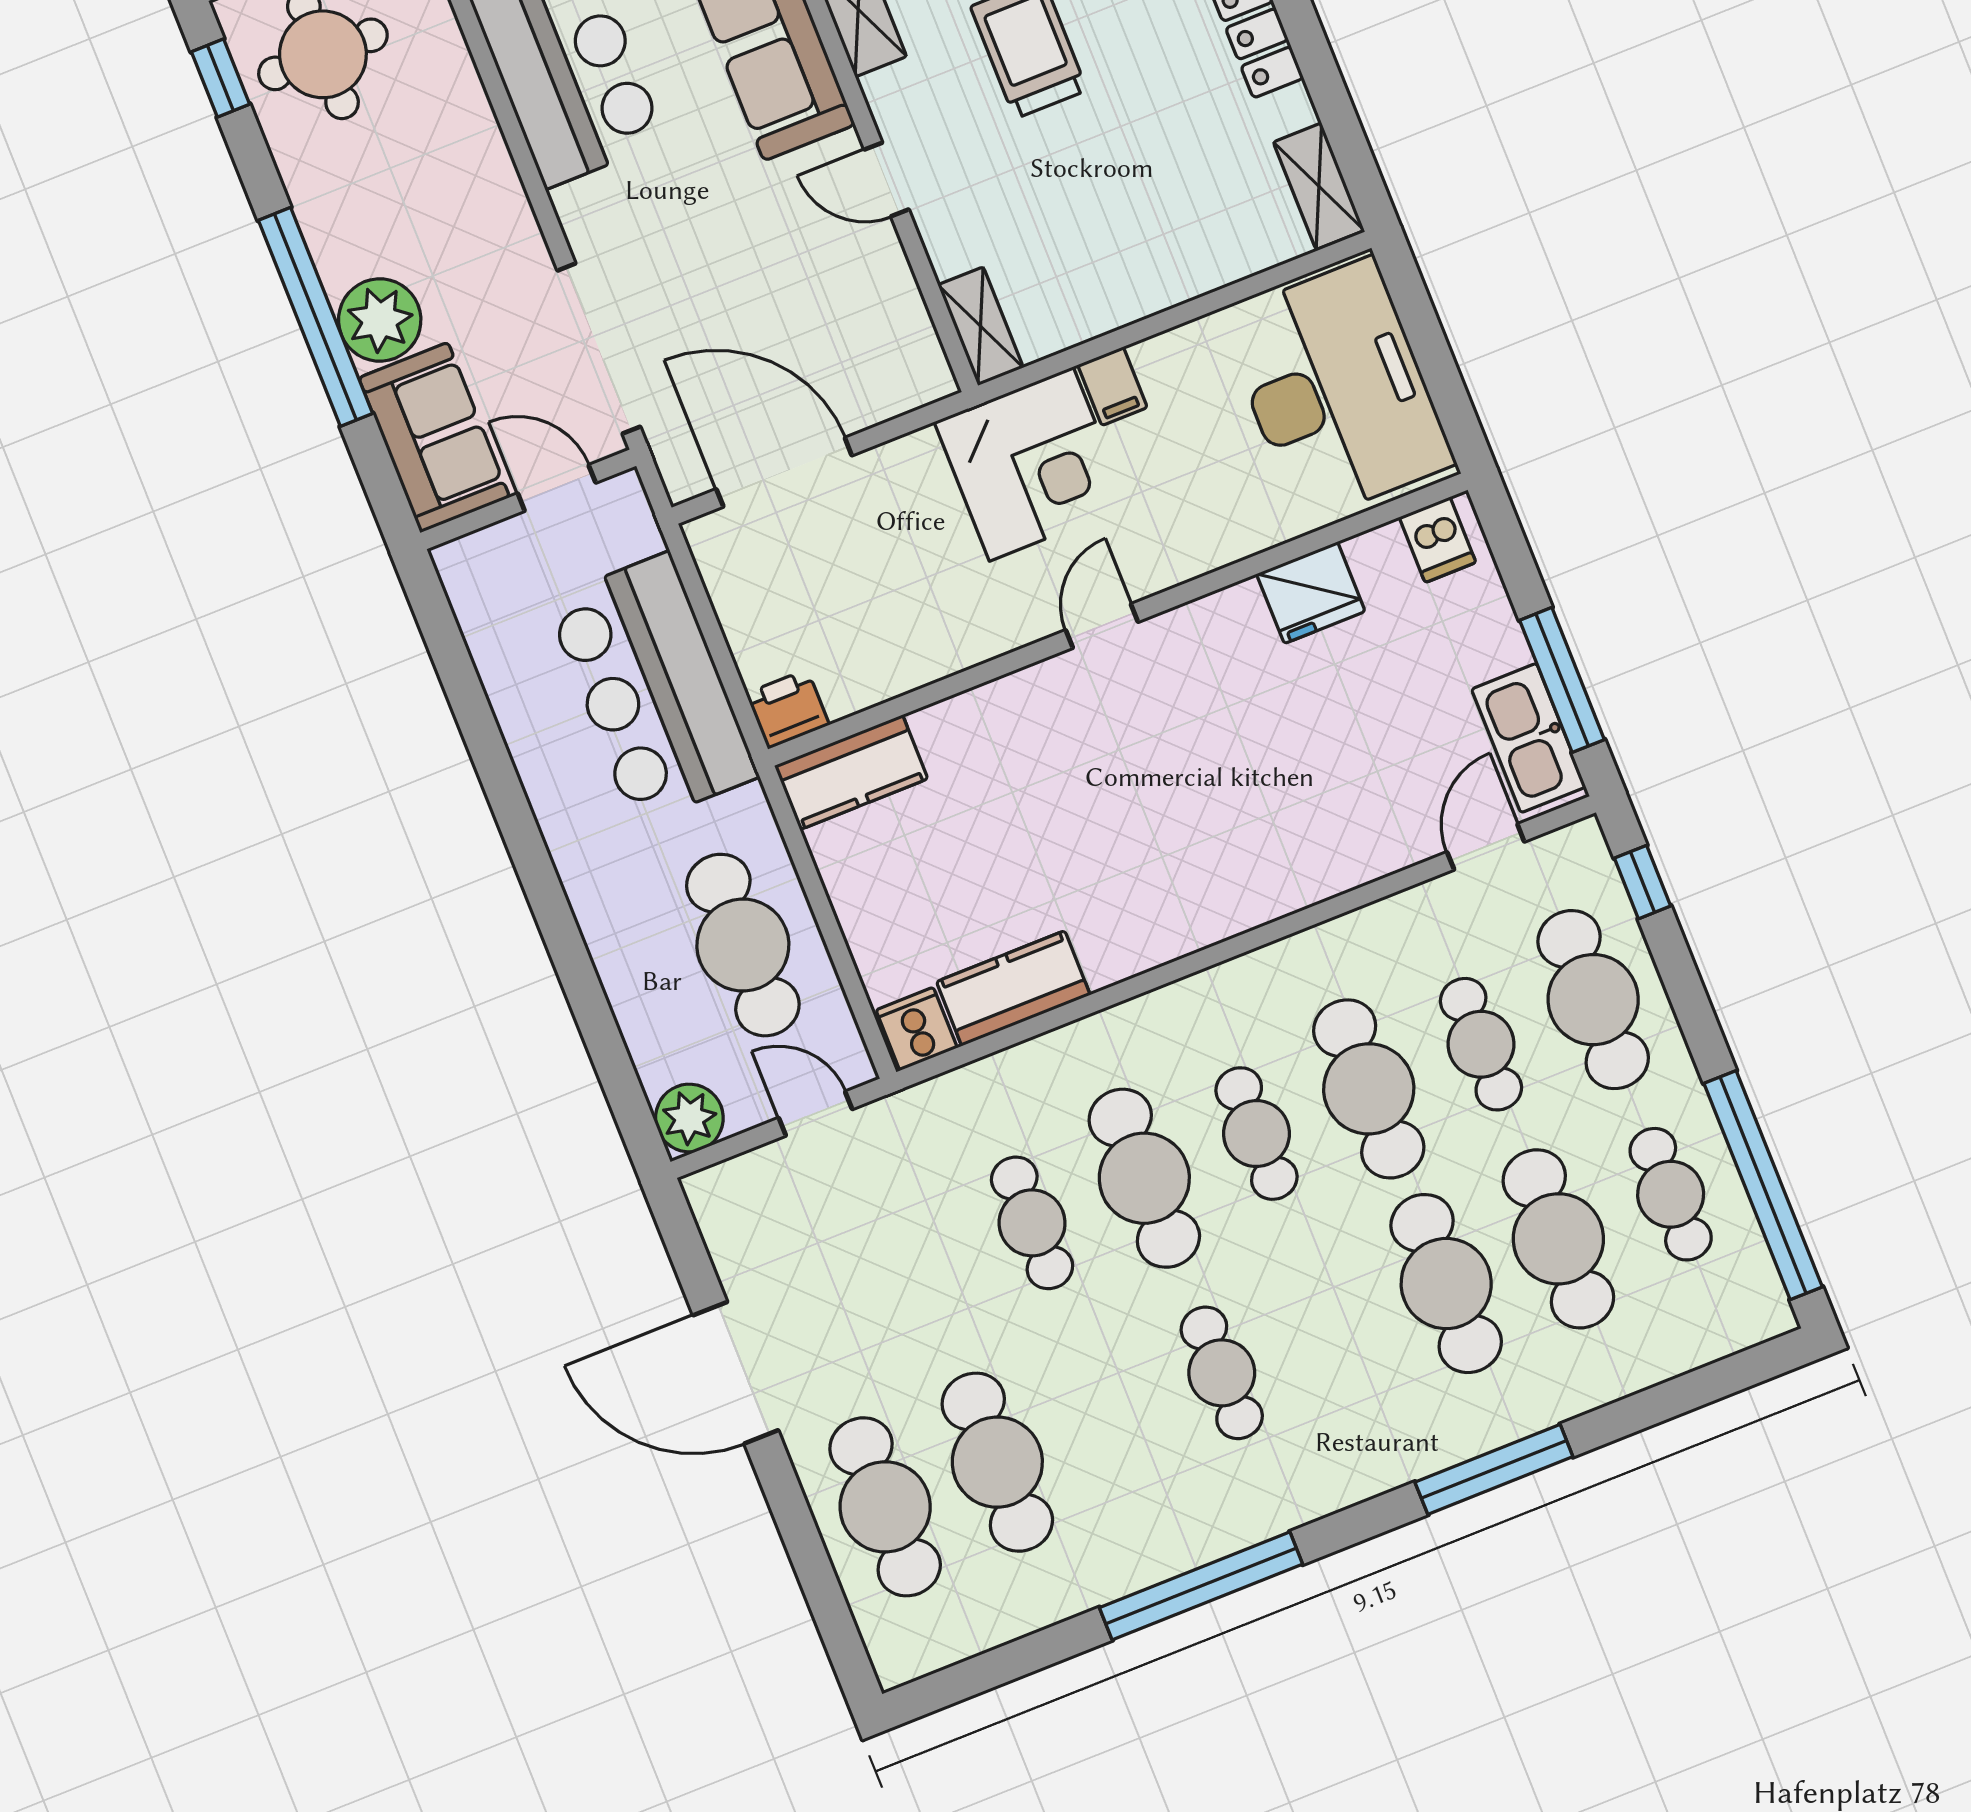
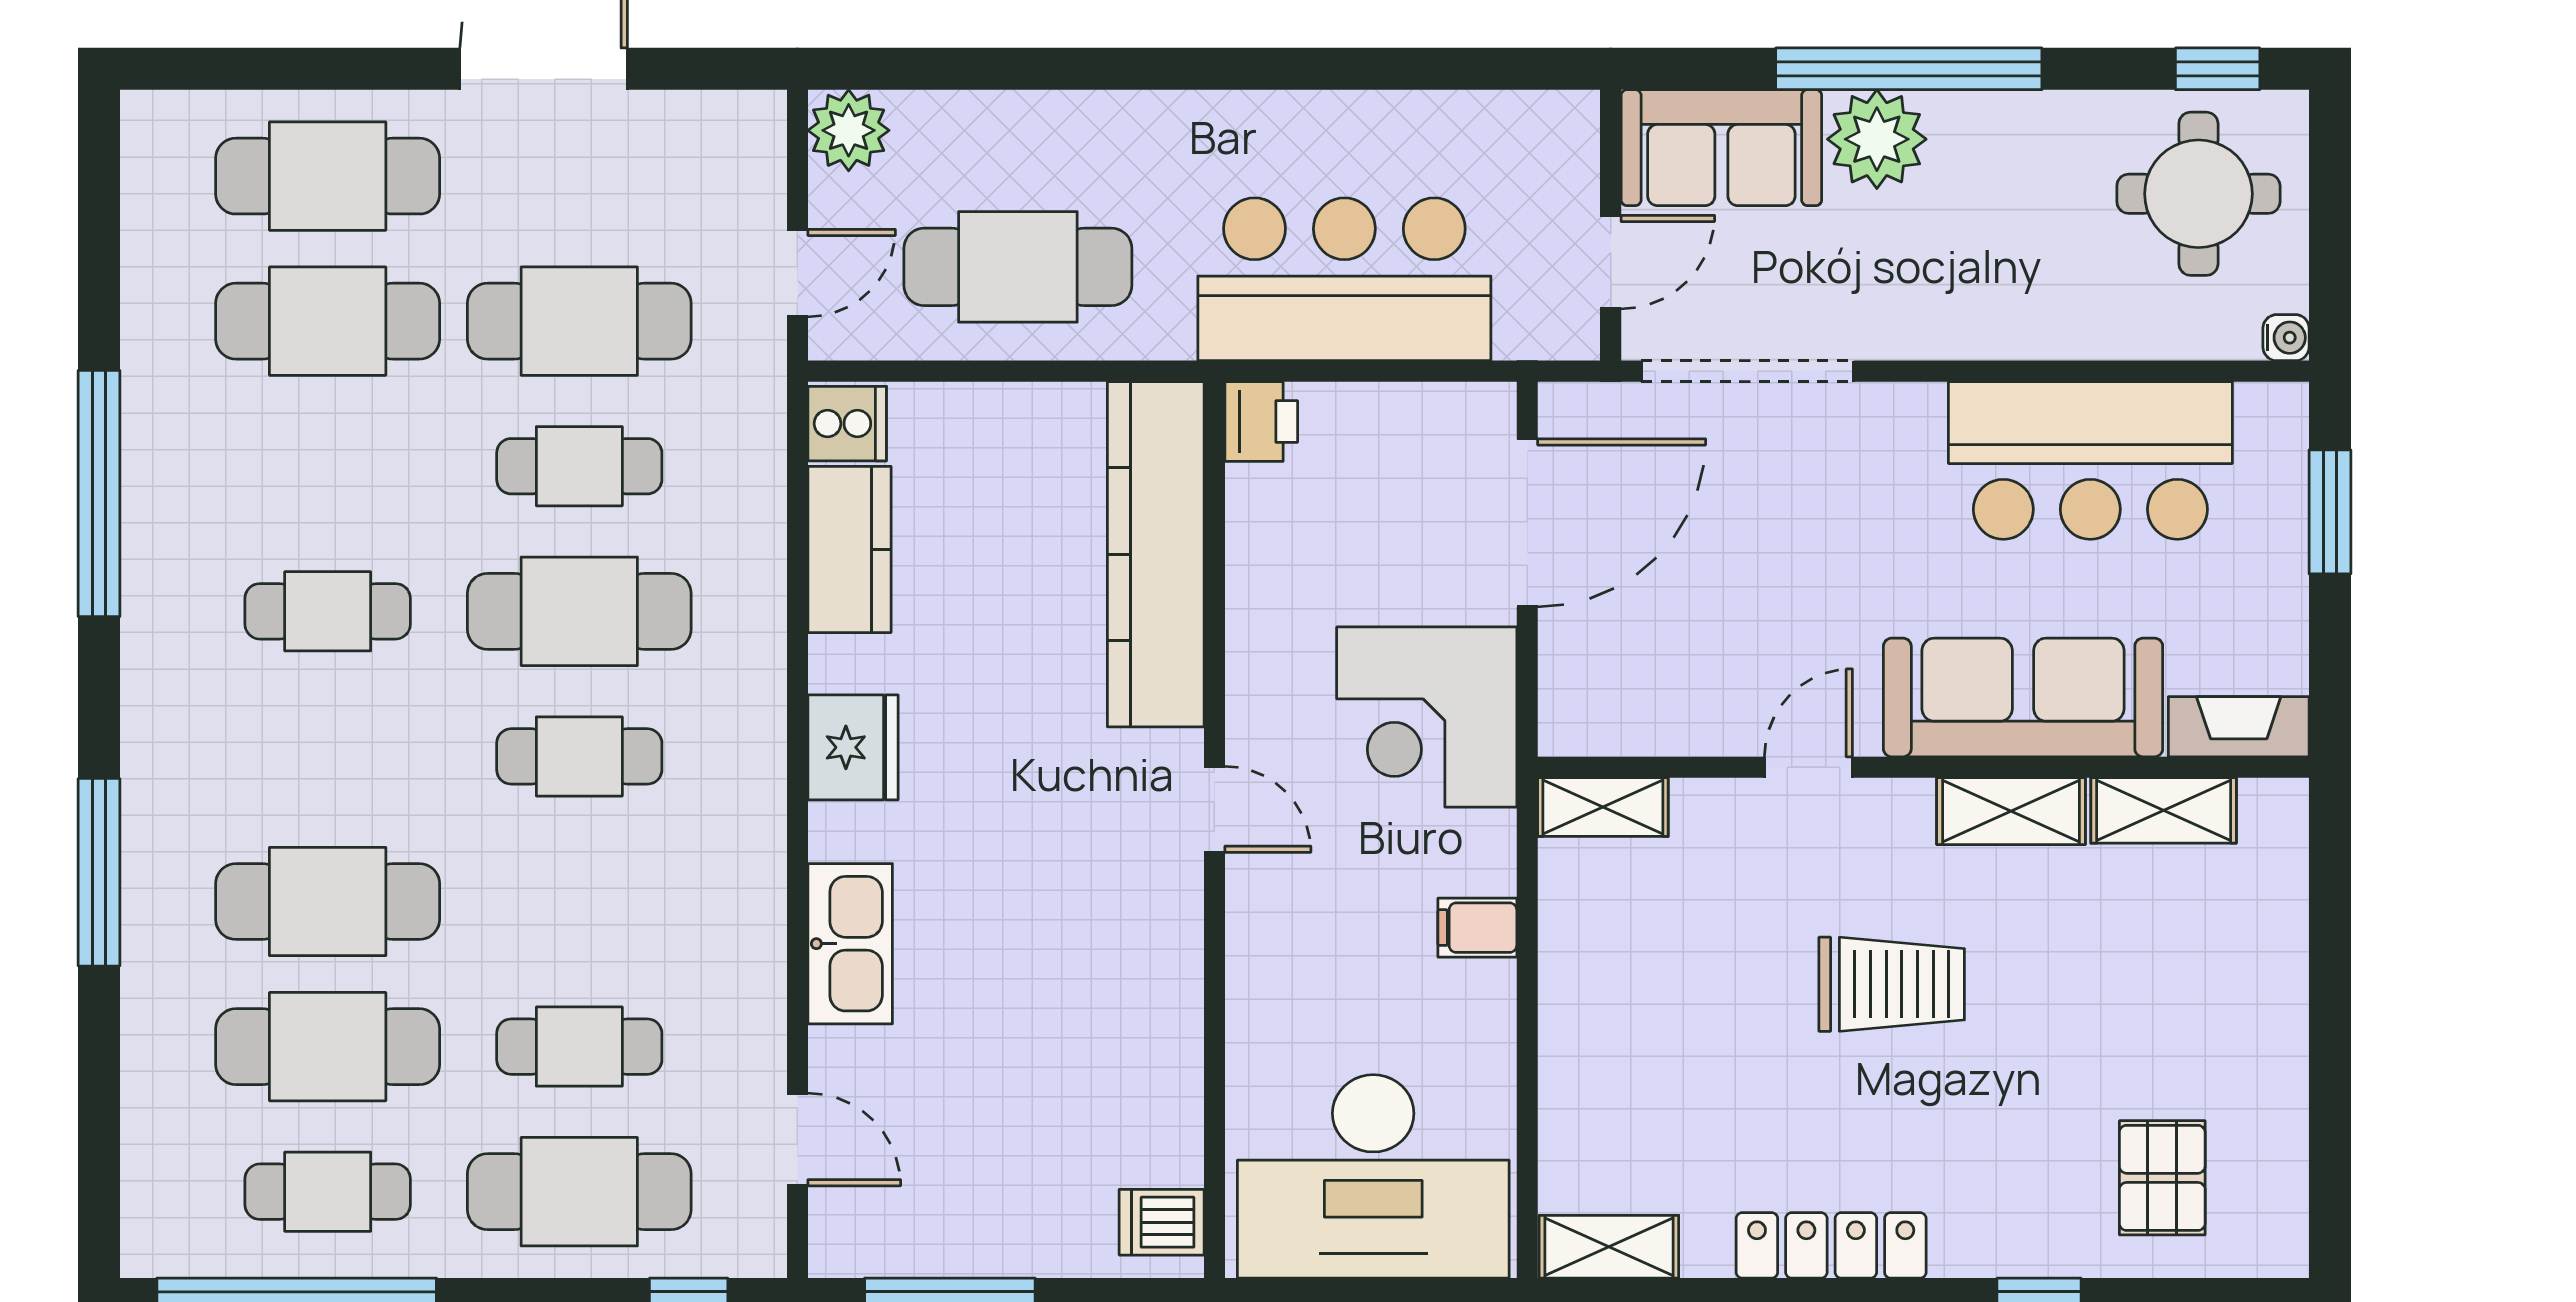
corner desk: (1031, 464) -> (1427, 717), moved
fridge: (1311, 593) -> (853, 747), moved, turned 180
kitchen sink: (1529, 738) -> (850, 944), moved, turned 90
kitchen counter: (851, 772) -> (1156, 554), width x2.08, depth x1.17
cafe table: (1369, 1089) -> (579, 321), moved

